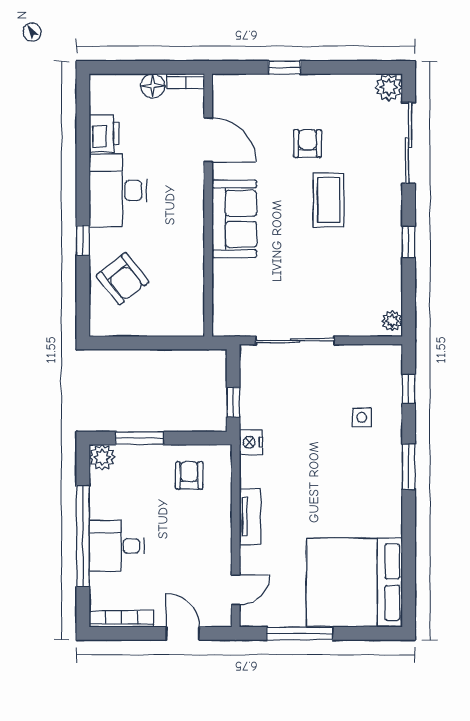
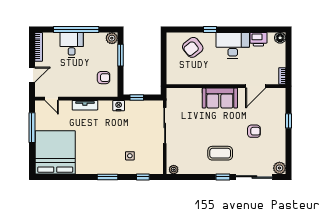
floor lamp: (153, 86) -> (280, 38), moved
coffee table: (329, 200) -> (220, 153), moved
window: (409, 242) -> (223, 177), moved

